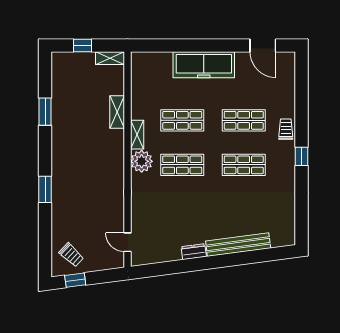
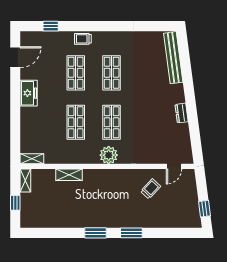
freezer: (204, 65) -> (29, 93), width x0.52, depth x0.79
window: (45, 112) -> (95, 233), moved
shelving: (137, 135) -> (32, 159), moved
window: (302, 156) -> (51, 26), moved
bench: (238, 245) -> (173, 58), moved
trolley: (71, 255) -> (151, 189), moved

